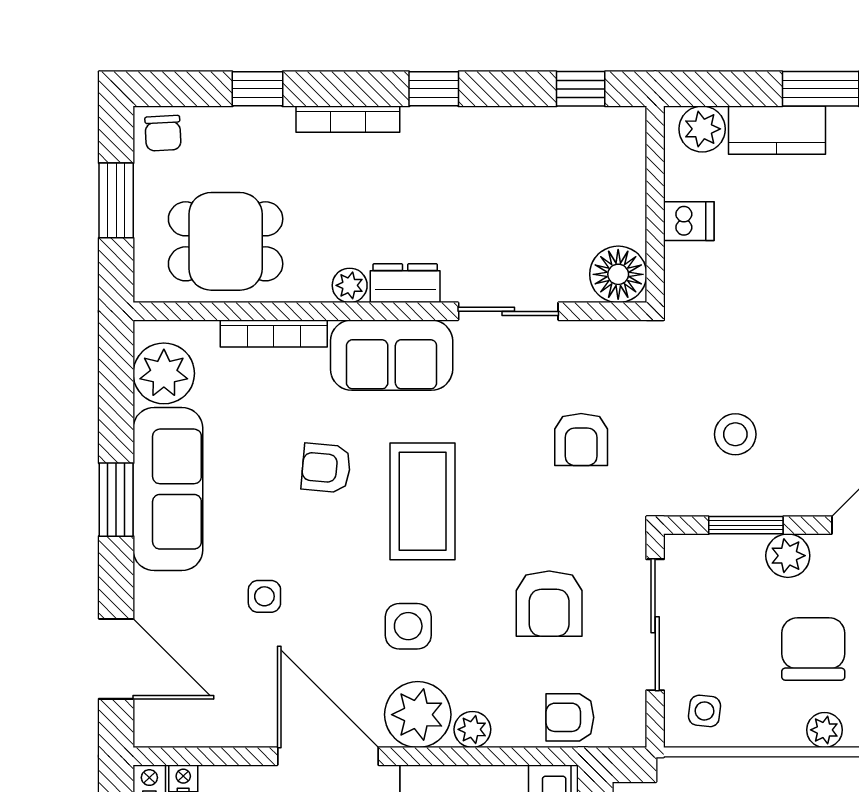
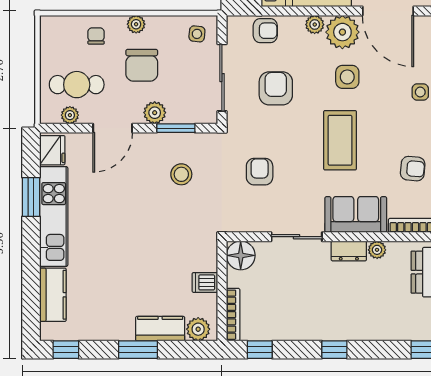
bookcase: (348, 119) -> (233, 315), moved, turned 90
armchair: (326, 468) -> (413, 169), moved

